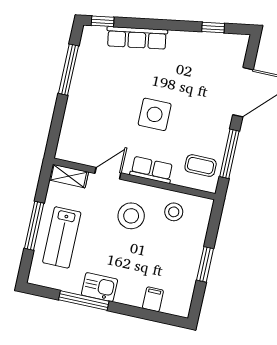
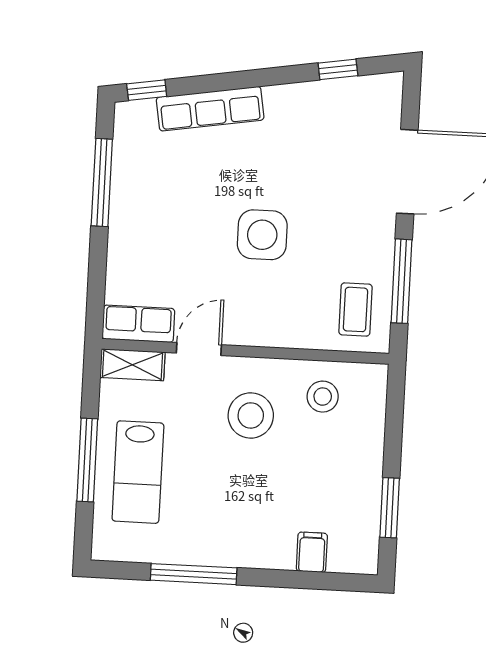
coffee table: (201, 166) -> (355, 309), turned 90
row of seats: (152, 170) -> (138, 324), moved
window: (205, 264) -> (390, 508), moved
kitchen sink: (99, 287) -> (217, 546), removed

